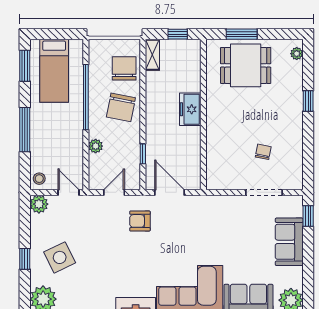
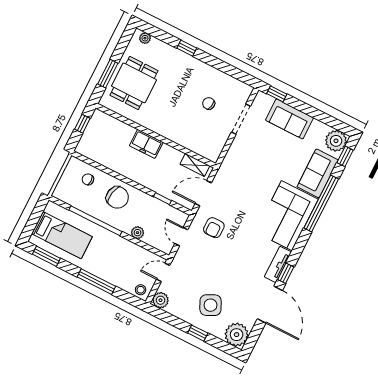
shelving: (152, 55) -> (195, 165), moved
chair: (124, 68) -> (88, 179), width x0.54, depth x0.54

